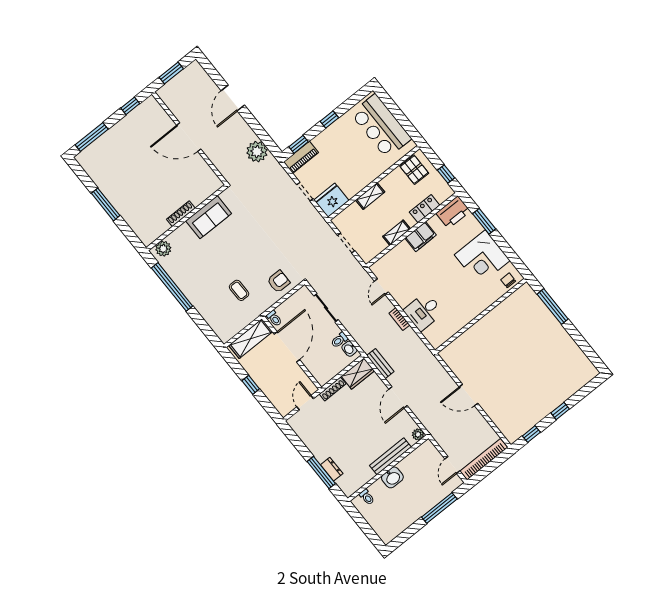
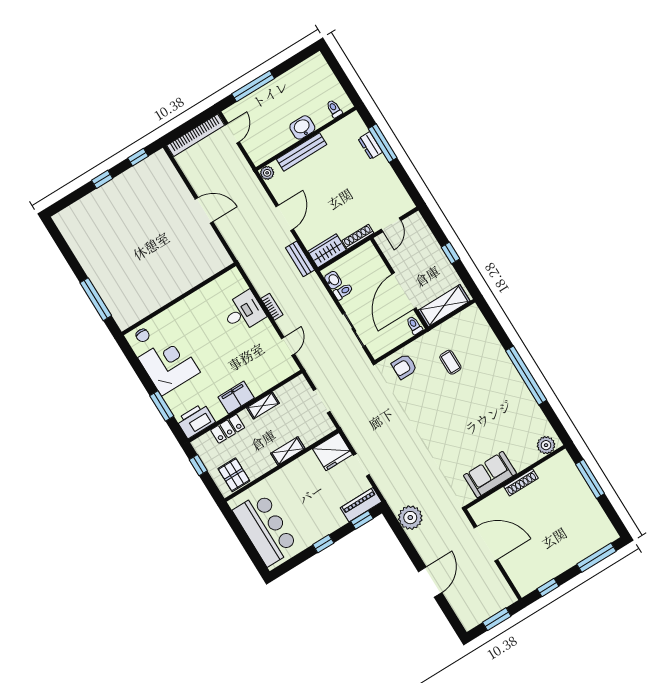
shoe rack: (181, 214) -> (521, 482), moved
sofa: (209, 217) -> (490, 475), moved
wall: (187, 218) -> (515, 477), moved
plant: (163, 249) -> (546, 445), moved

